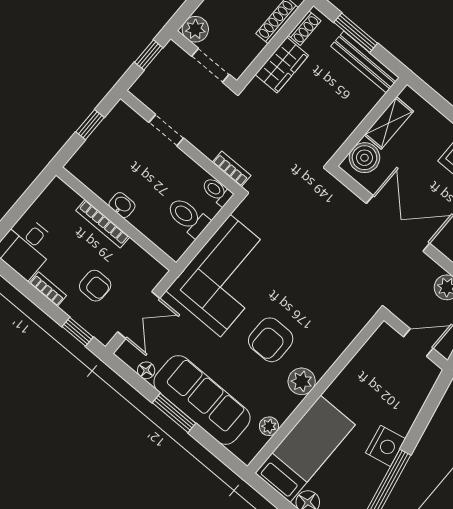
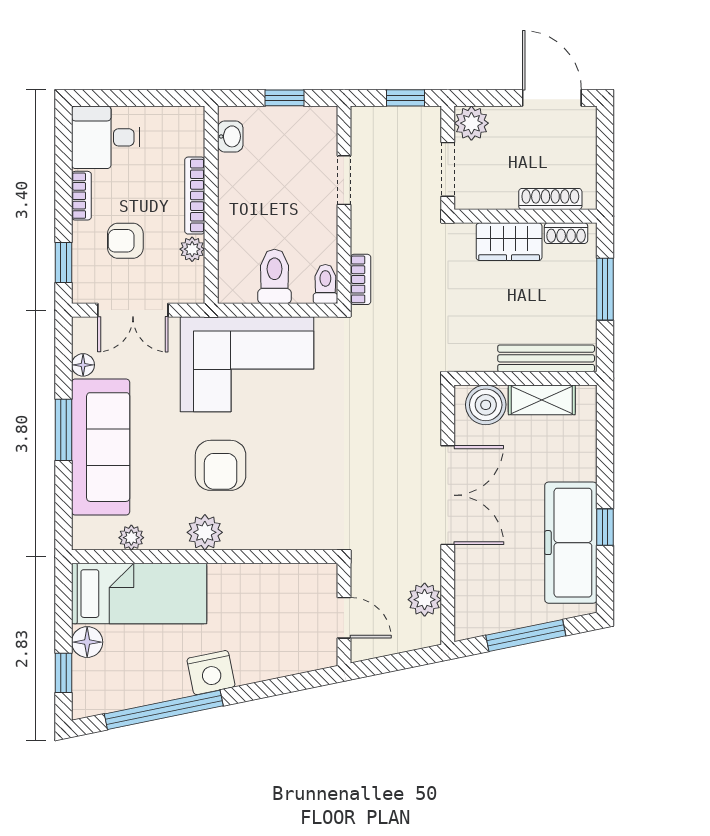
bench: (365, 62) -> (546, 358), moved, turned 90
washbasin: (122, 205) -> (230, 136), moved
plant: (132, 251) -> (192, 249), added
armchair: (95, 286) -> (125, 241), turned 90
armchair: (271, 340) -> (221, 465), turned -90

